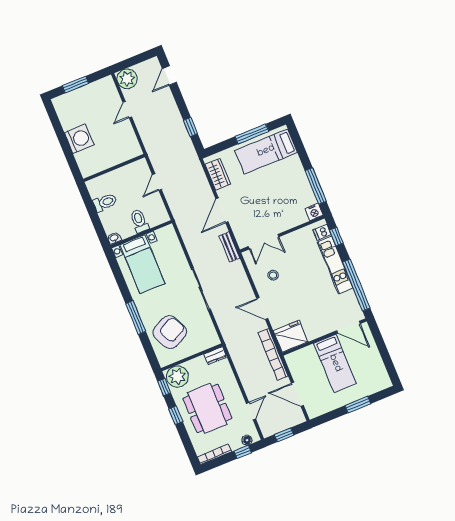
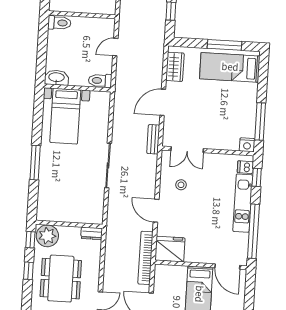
toilet: (105, 202) -> (59, 23), moved
toilet: (139, 221) -> (100, 81), moved, turned -90
washbasin: (114, 238) -> (56, 78), width x1.91, depth x1.45
armchair: (170, 332) -> (60, 191), removed

